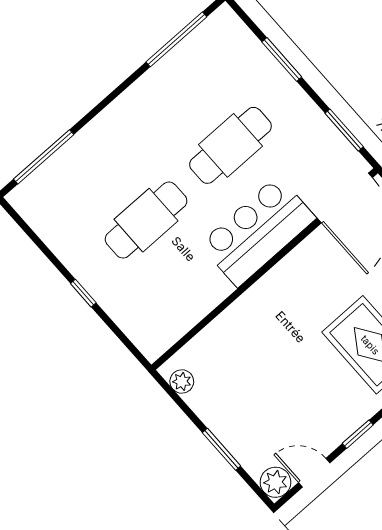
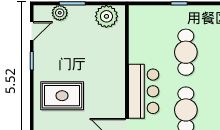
plant: (182, 381) -> (106, 16), width x1.88, depth x1.88
plant: (275, 482) -> (60, 13), moved

